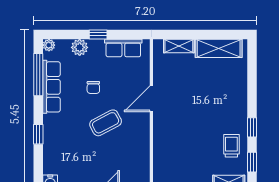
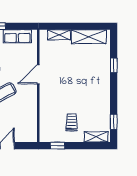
window: (252, 127) -> (114, 65), moved
trolley: (231, 146) -> (72, 122), moved

